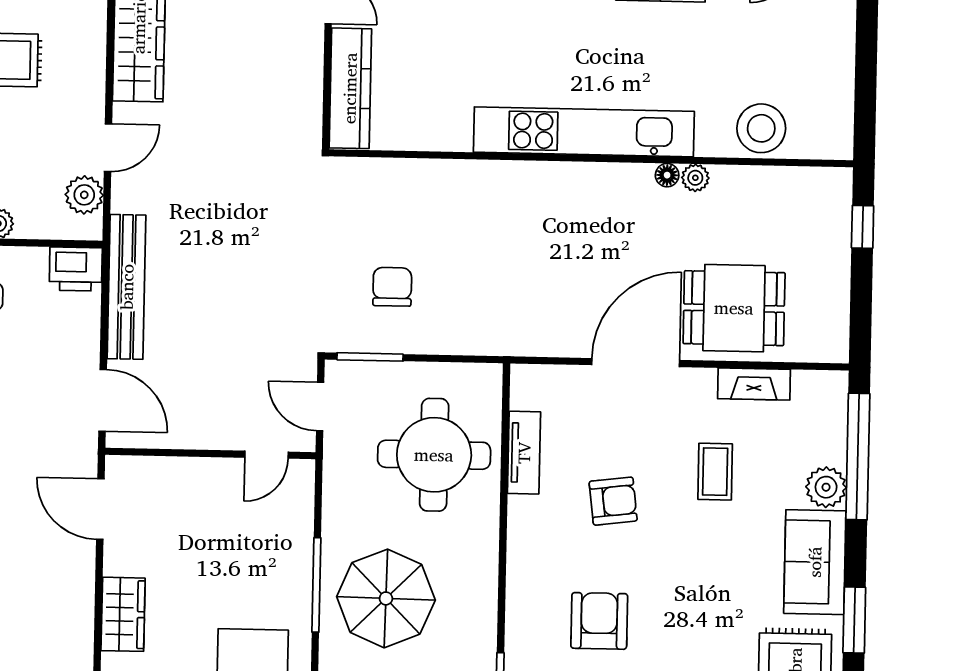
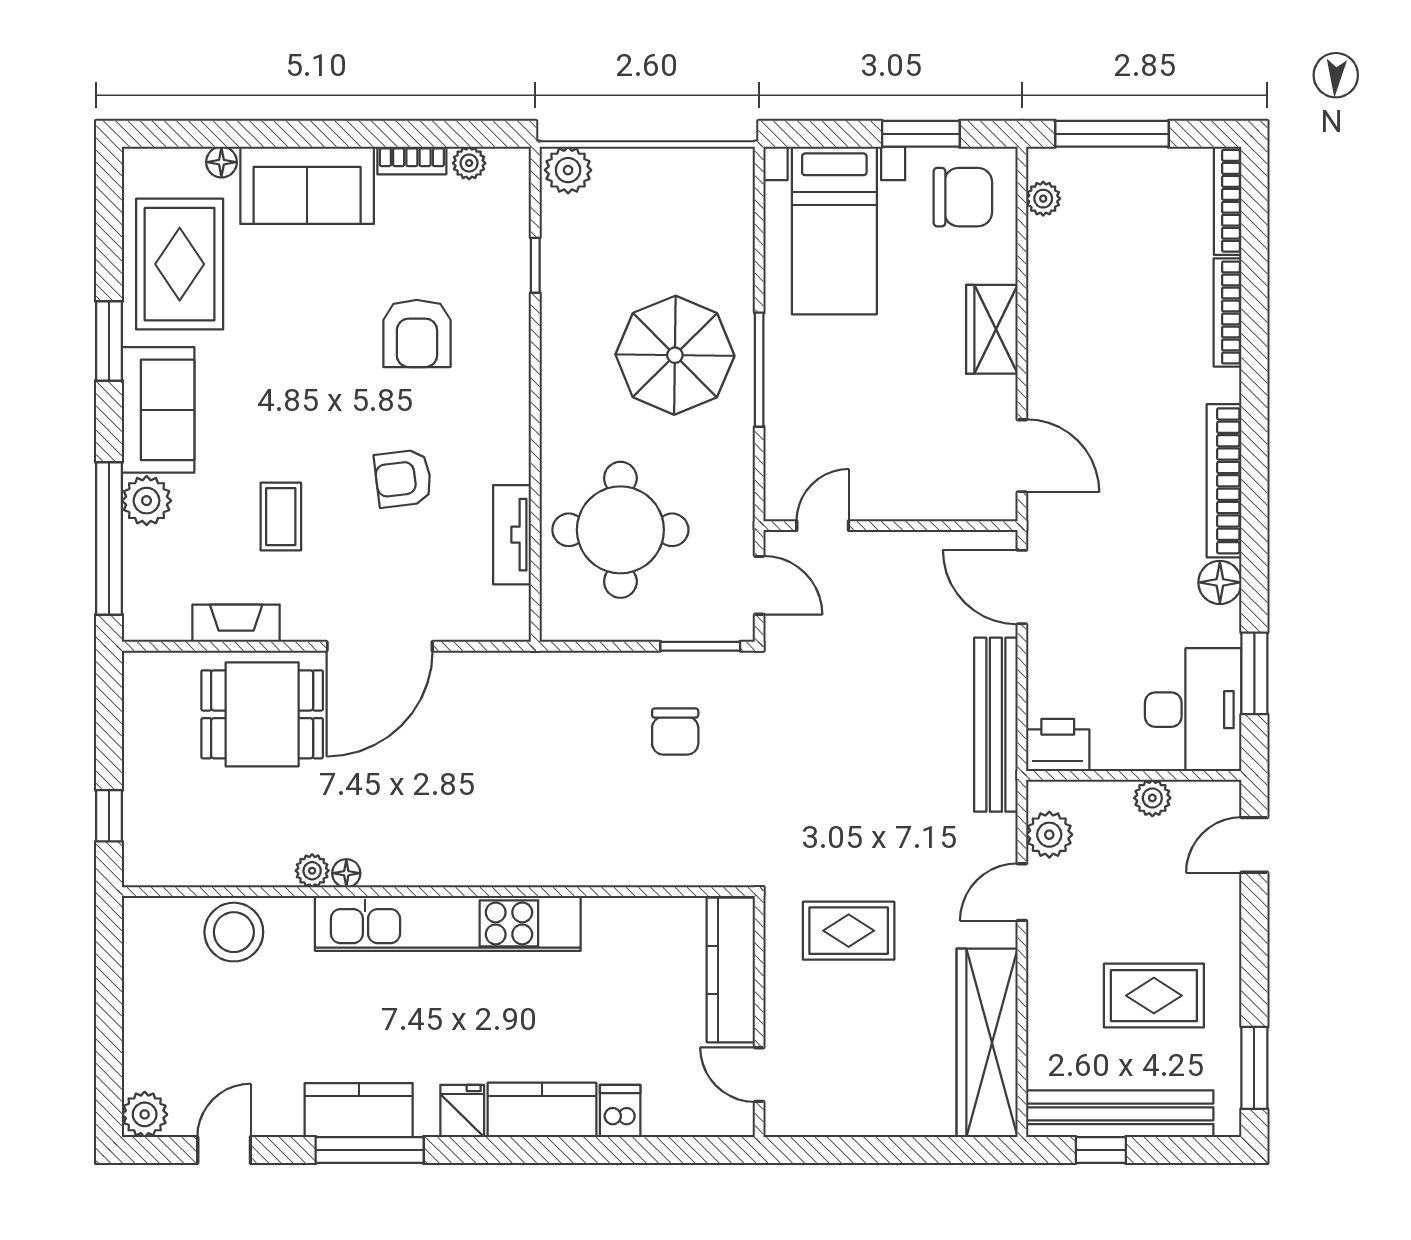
rug: (252, 119) -> (849, 931), added

